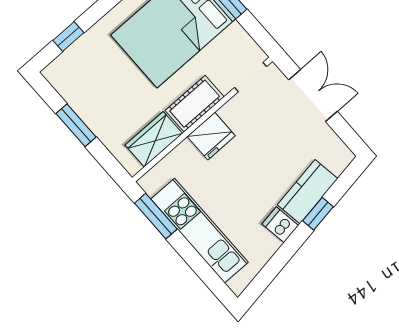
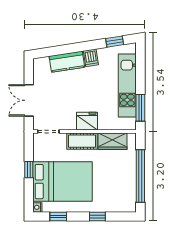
window: (68, 37) -> (97, 217), moved
window: (76, 125) -> (140, 176), width x2.11
window: (318, 214) -> (115, 42), moved

